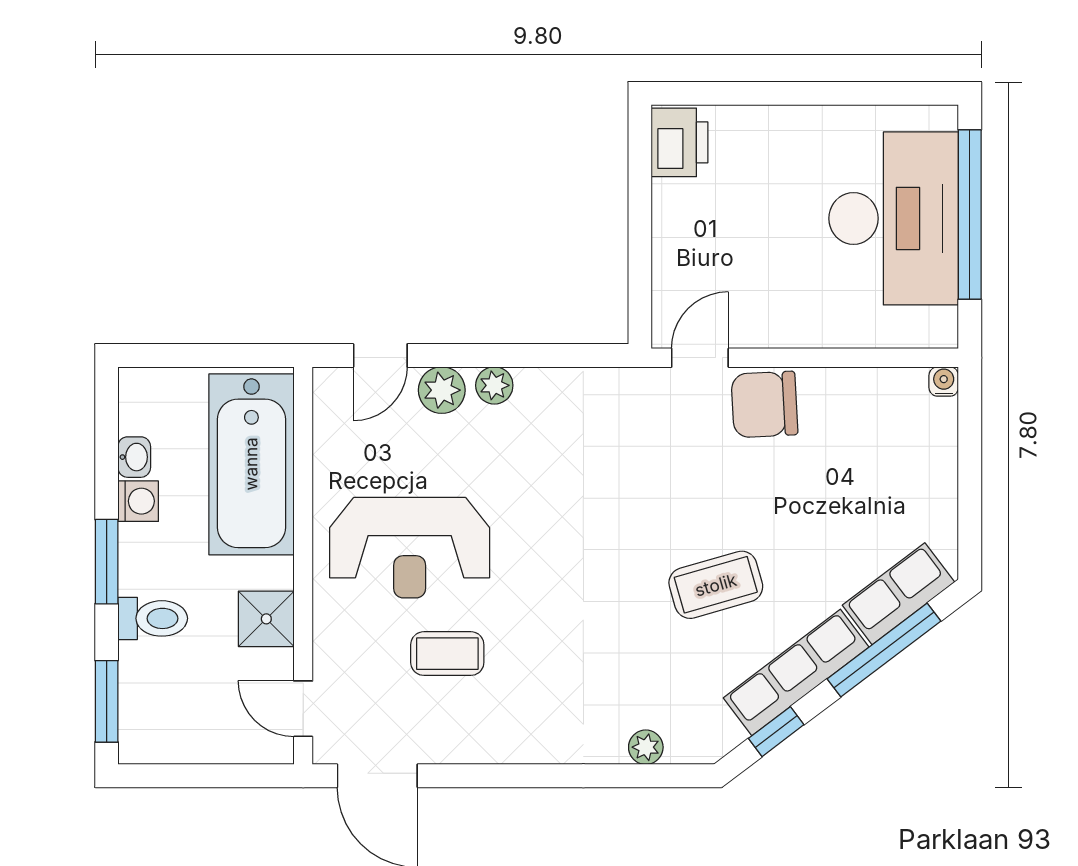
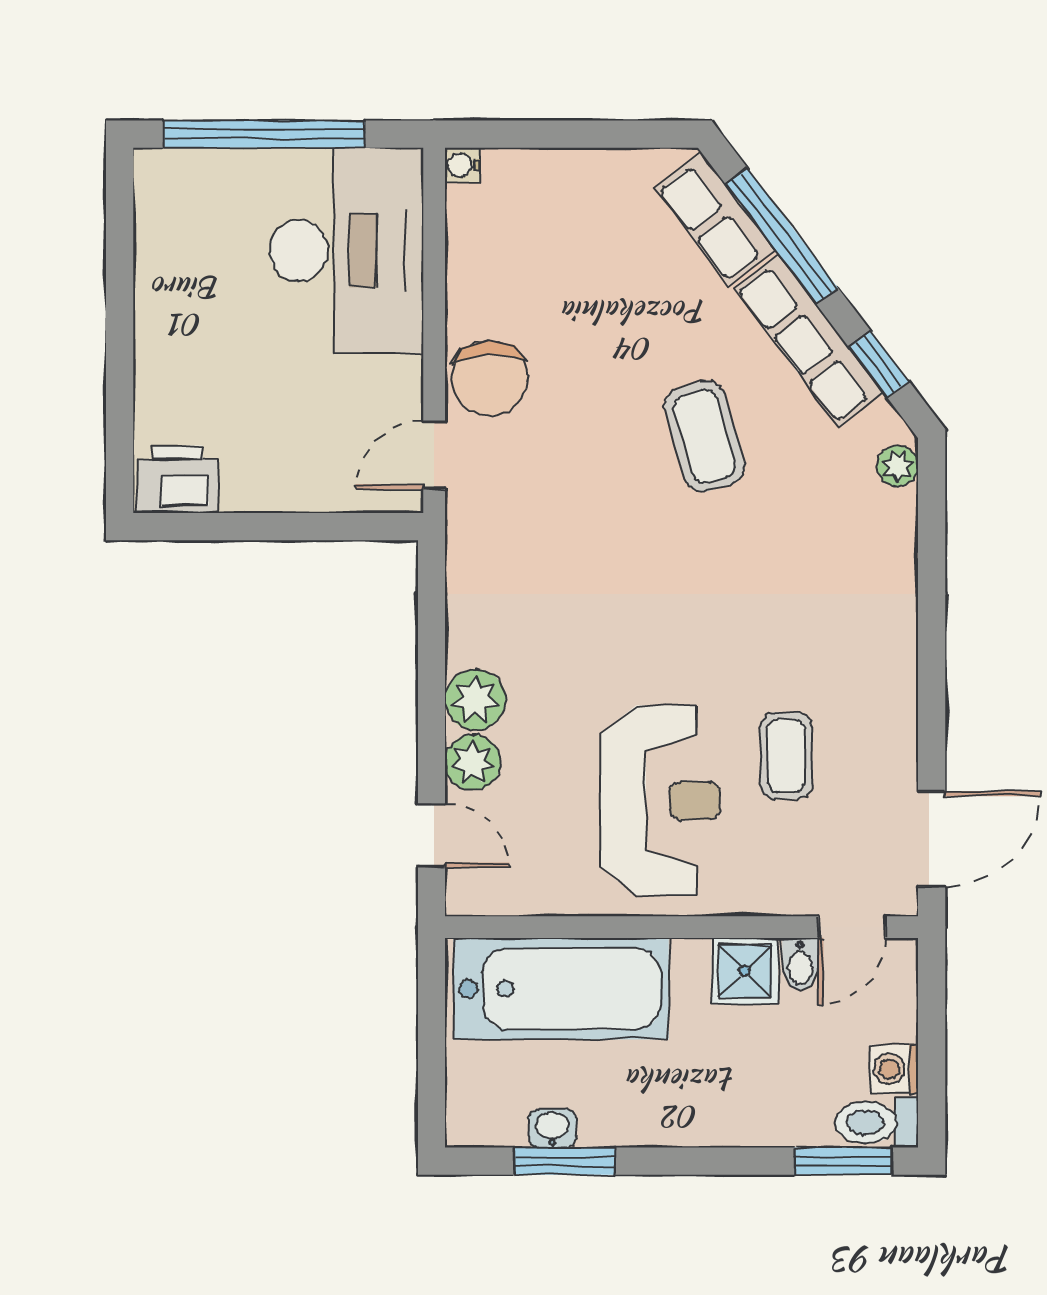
desk: (894, 218) -> (346, 250), moved, turned 90
door: (700, 358) -> (434, 455), hinge flipped
plant: (494, 385) -> (475, 700), width x1.38, depth x1.38
washing machine: (138, 501) -> (894, 1069), moved, turned -90
window: (107, 562) -> (565, 1161), moved
toilet: (153, 618) -> (877, 1122), moved, turned -90
bidet: (272, 665) -> (800, 964), added
plant: (646, 747) -> (898, 466), moved

